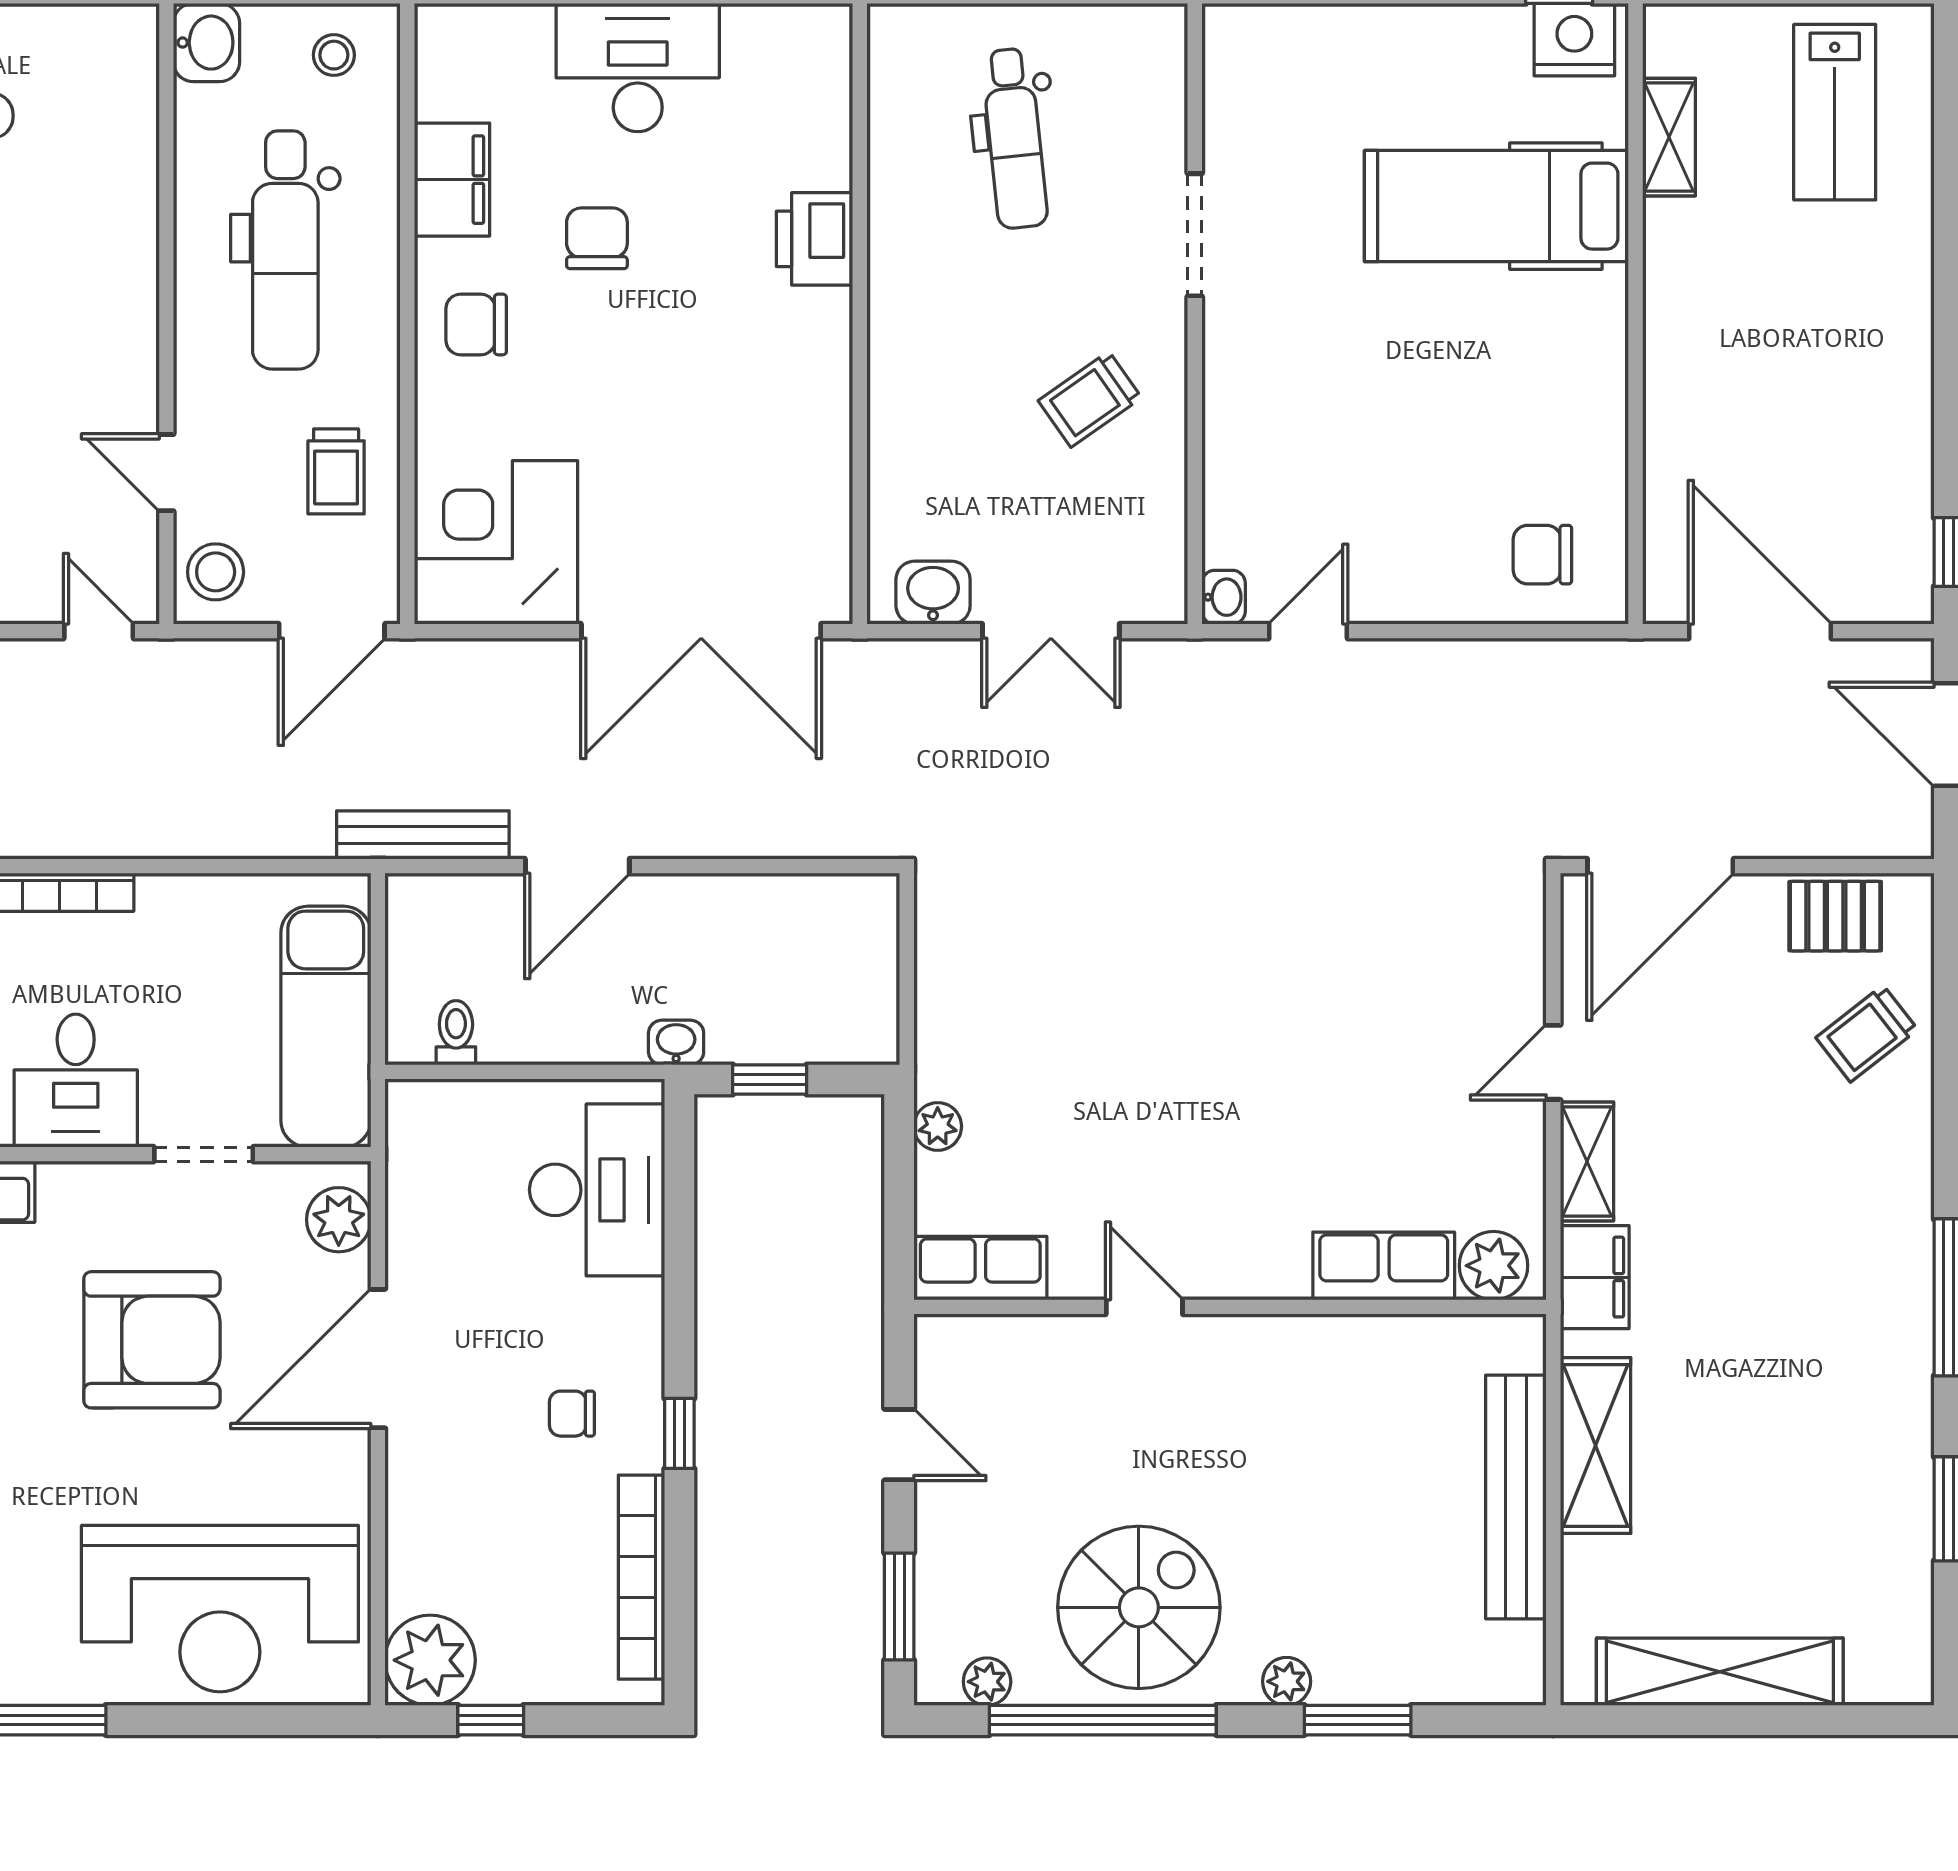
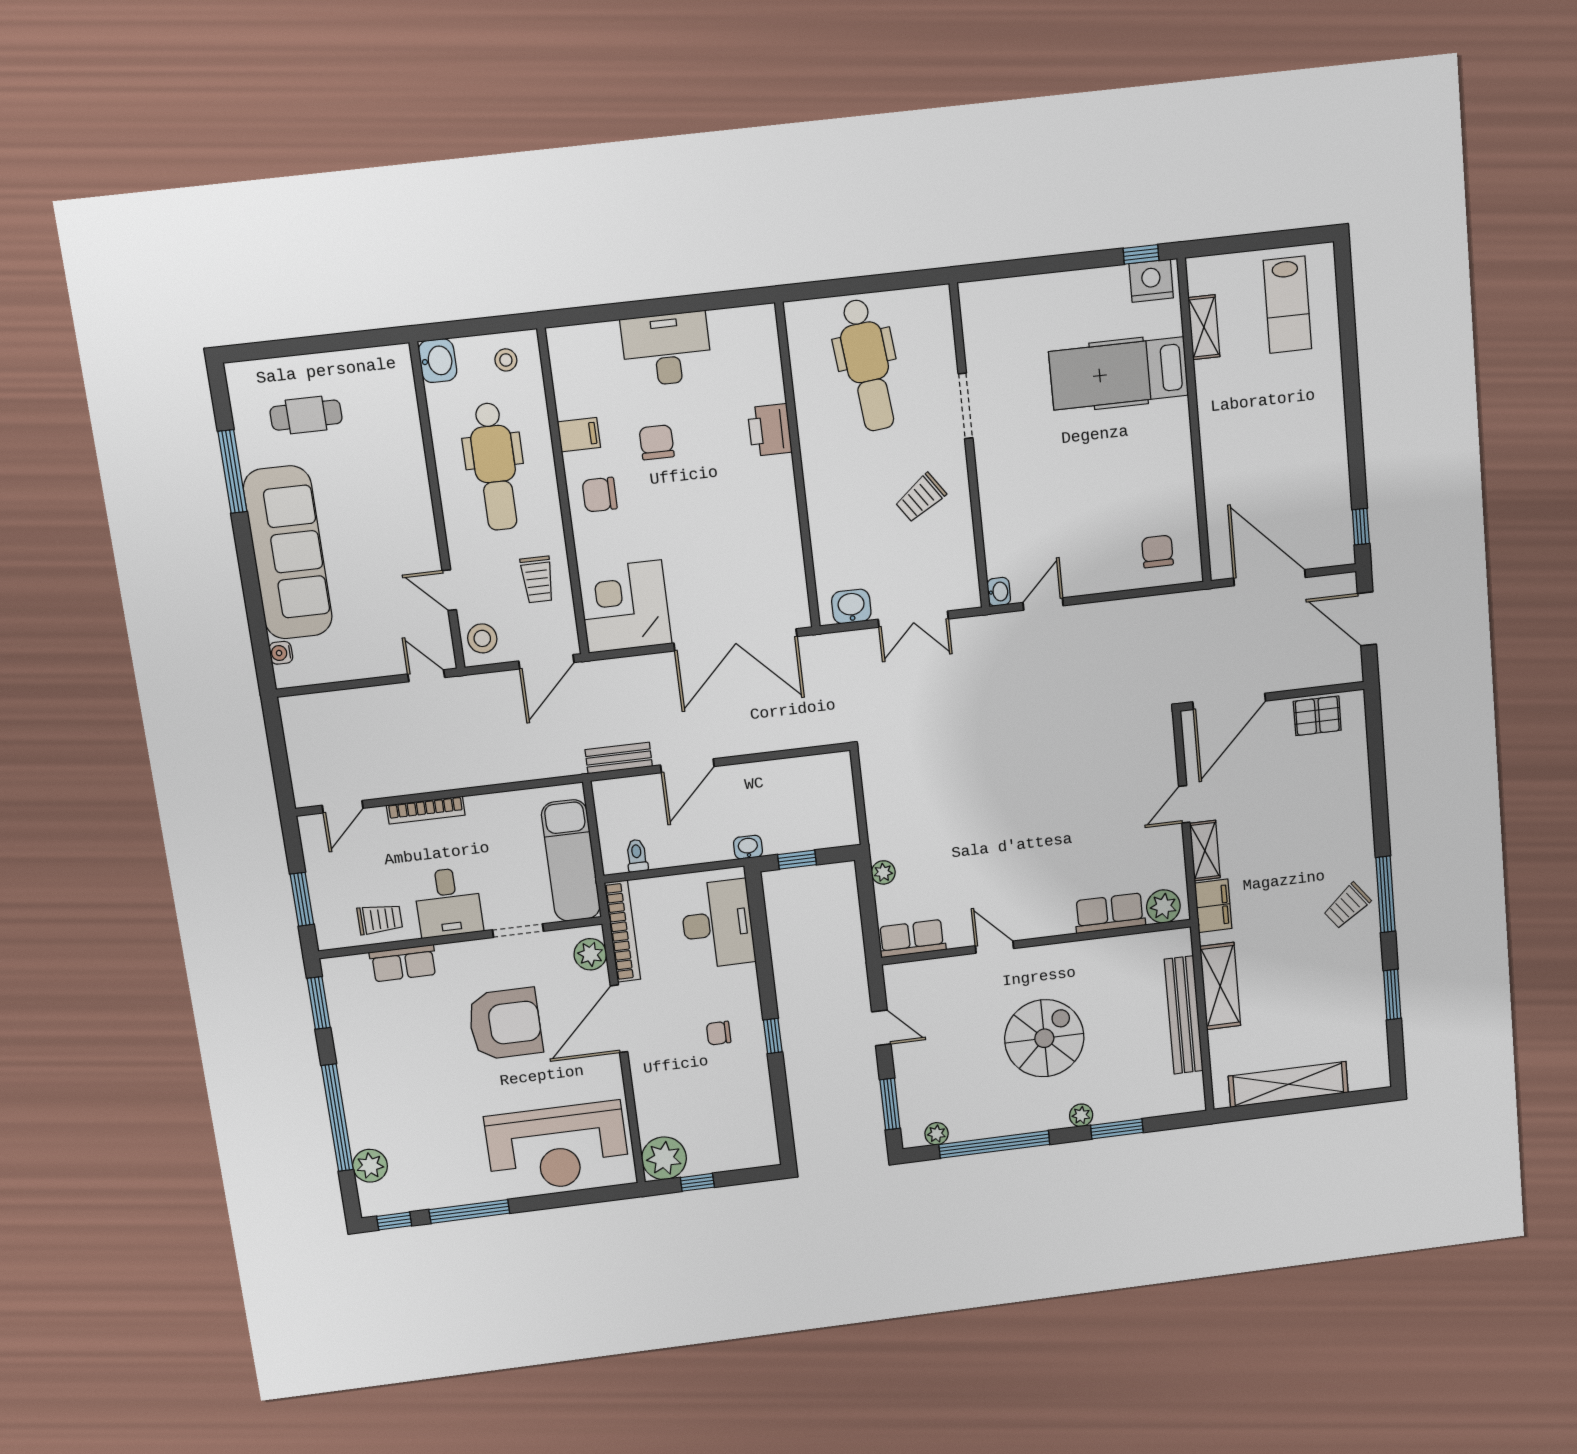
dental chair: (1015, 138) -> (867, 365), width x1.36, depth x1.38
filing cabinet: (452, 180) -> (579, 435), width x0.50
chair: (1542, 555) -> (1157, 551), turned 90
bench: (423, 835) -> (619, 758), width x0.73
trolley: (1867, 1034) -> (1347, 906), moved
bookcase: (641, 1577) -> (622, 931), moved, turned 180
spiral stairs: (1139, 1607) -> (1044, 1038), moved

